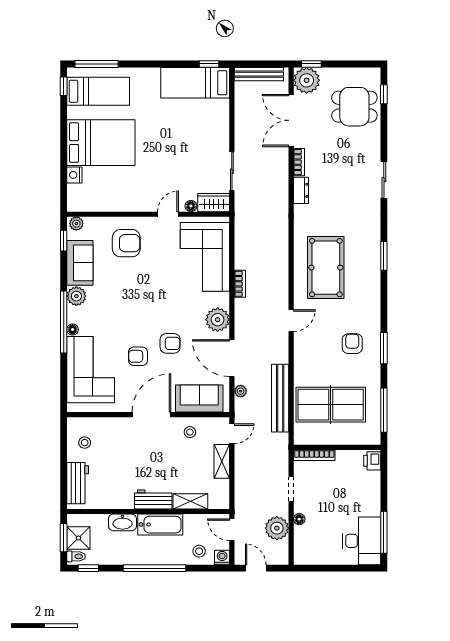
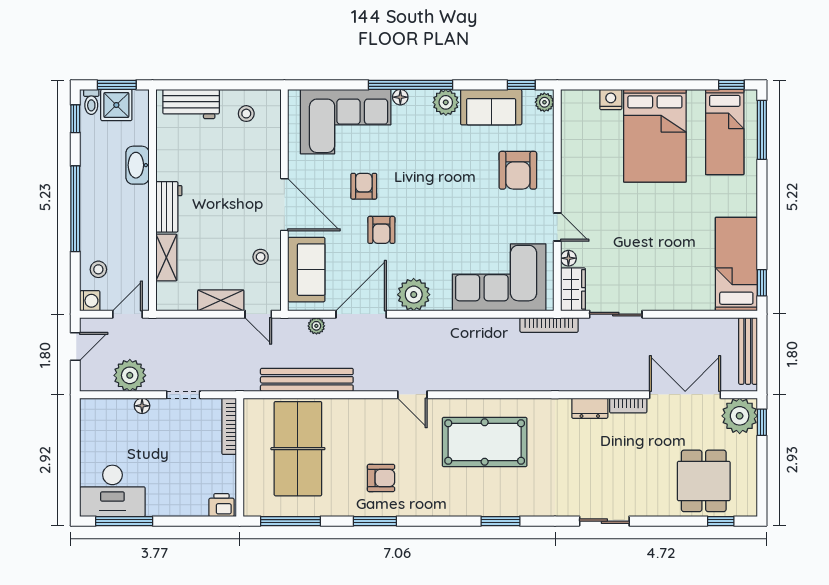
bookcase: (240, 284) -> (549, 325), moved, width x1.56
bathtub: (160, 525) -> (135, 216), removed

